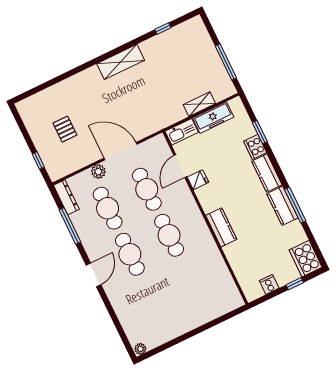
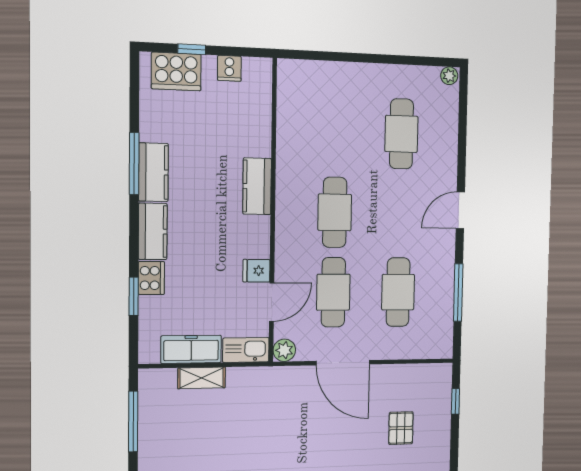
plant: (98, 171) -> (284, 350), moved
dresser: (66, 197) -> (444, 334), removed
cafe table: (130, 254) -> (401, 134), moved
cooker: (306, 259) -> (176, 71), moved, turned 90

